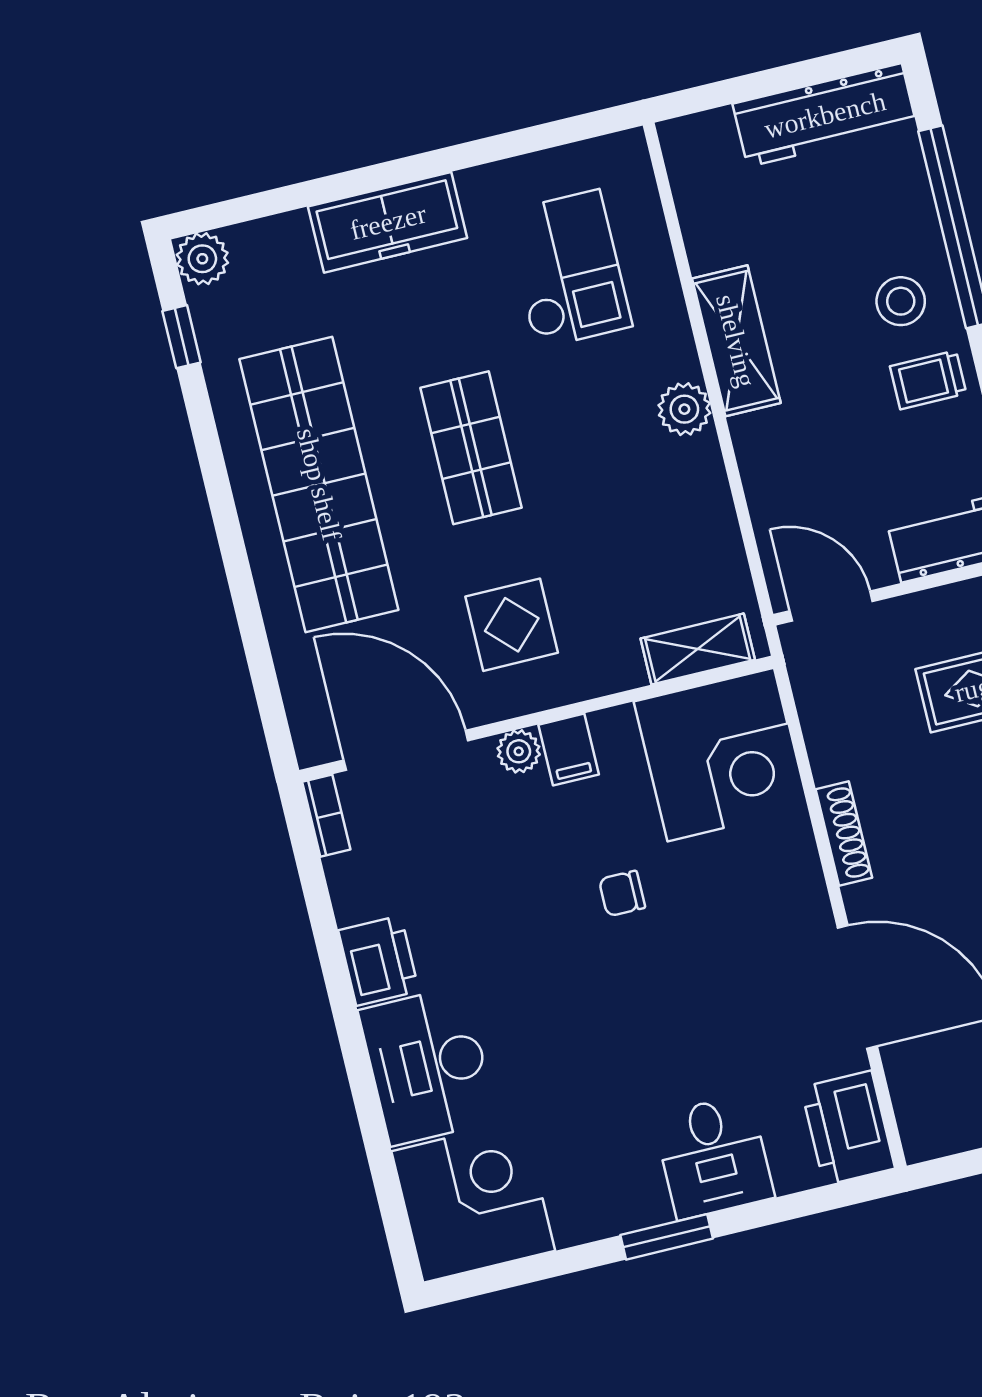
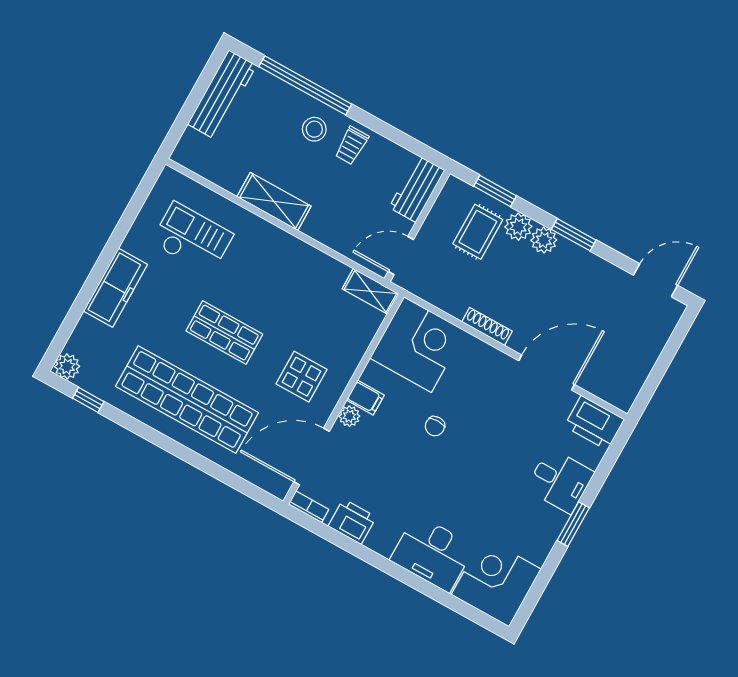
plant: (684, 409) -> (281, 243), removed
shelving: (698, 649) -> (370, 291), moved, turned 90
printer: (379, 961) -> (352, 522), moved

